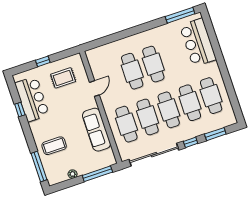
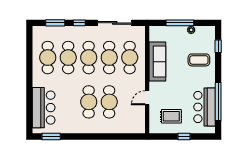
window: (180, 15) -> (51, 137), width x0.69
window: (20, 109) -> (218, 101), width x3.17
sliding door: (154, 155) -> (115, 23), width x0.73
window: (39, 166) -> (218, 46), width x0.46
window: (97, 174) -> (180, 23), moved

